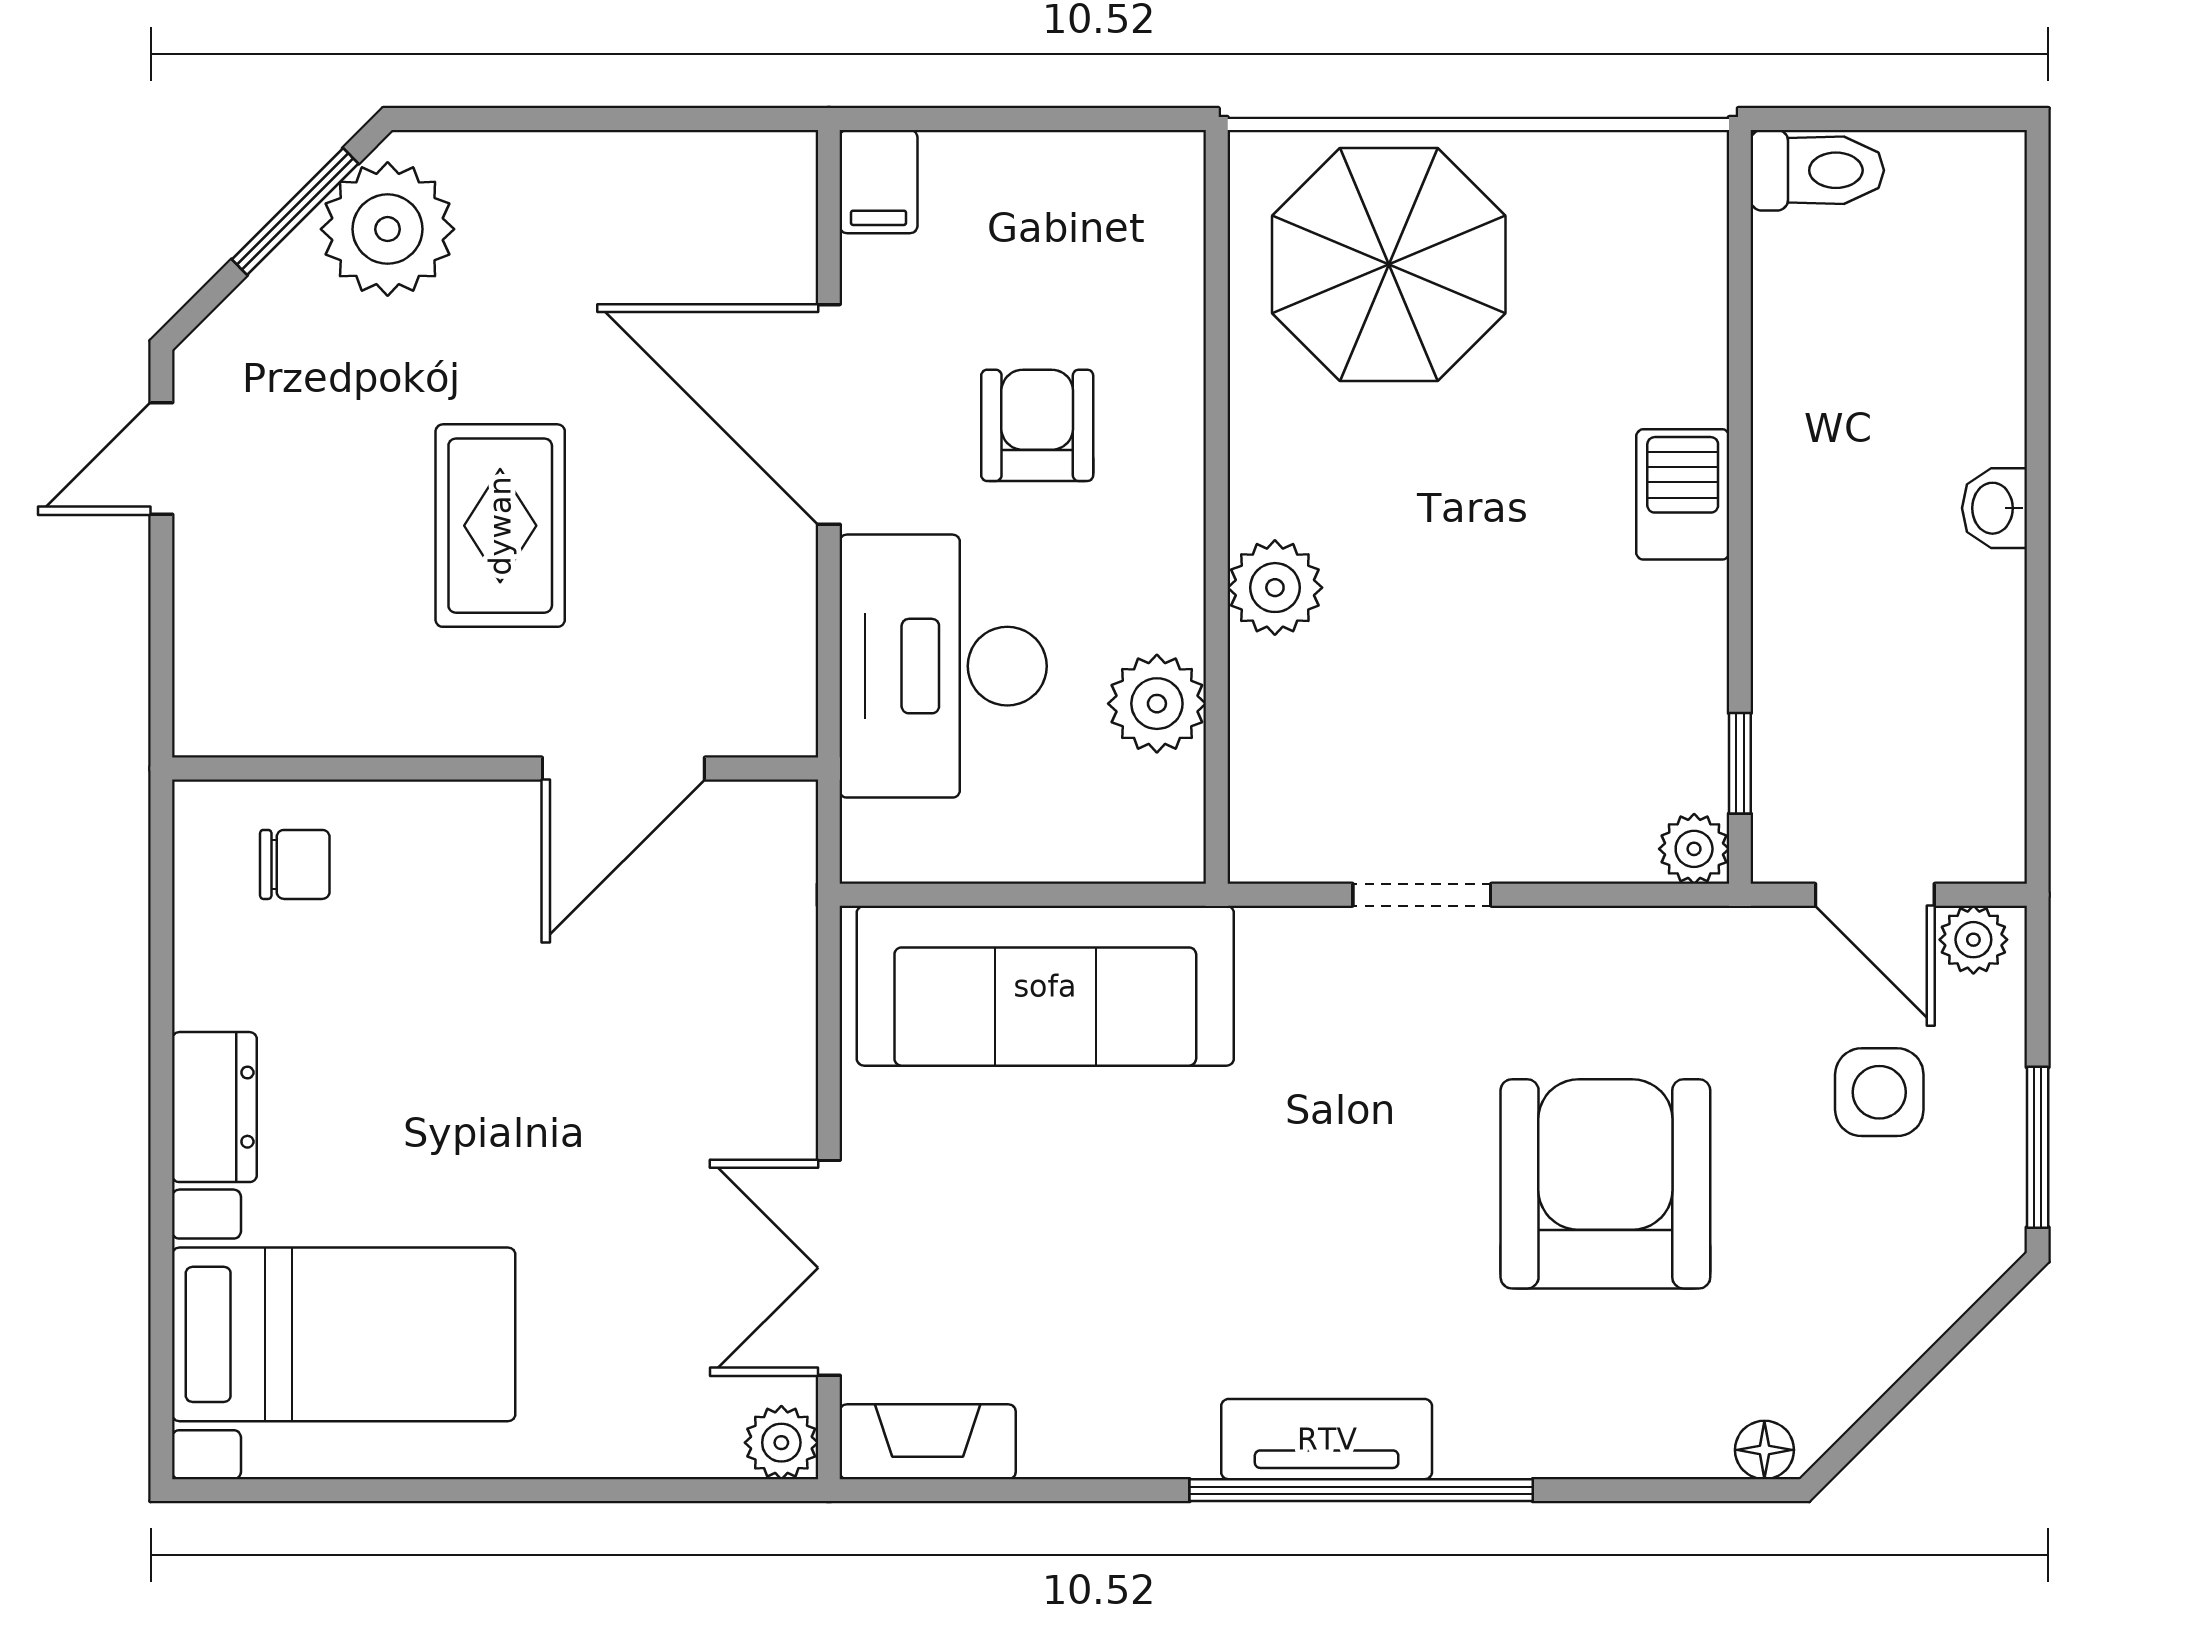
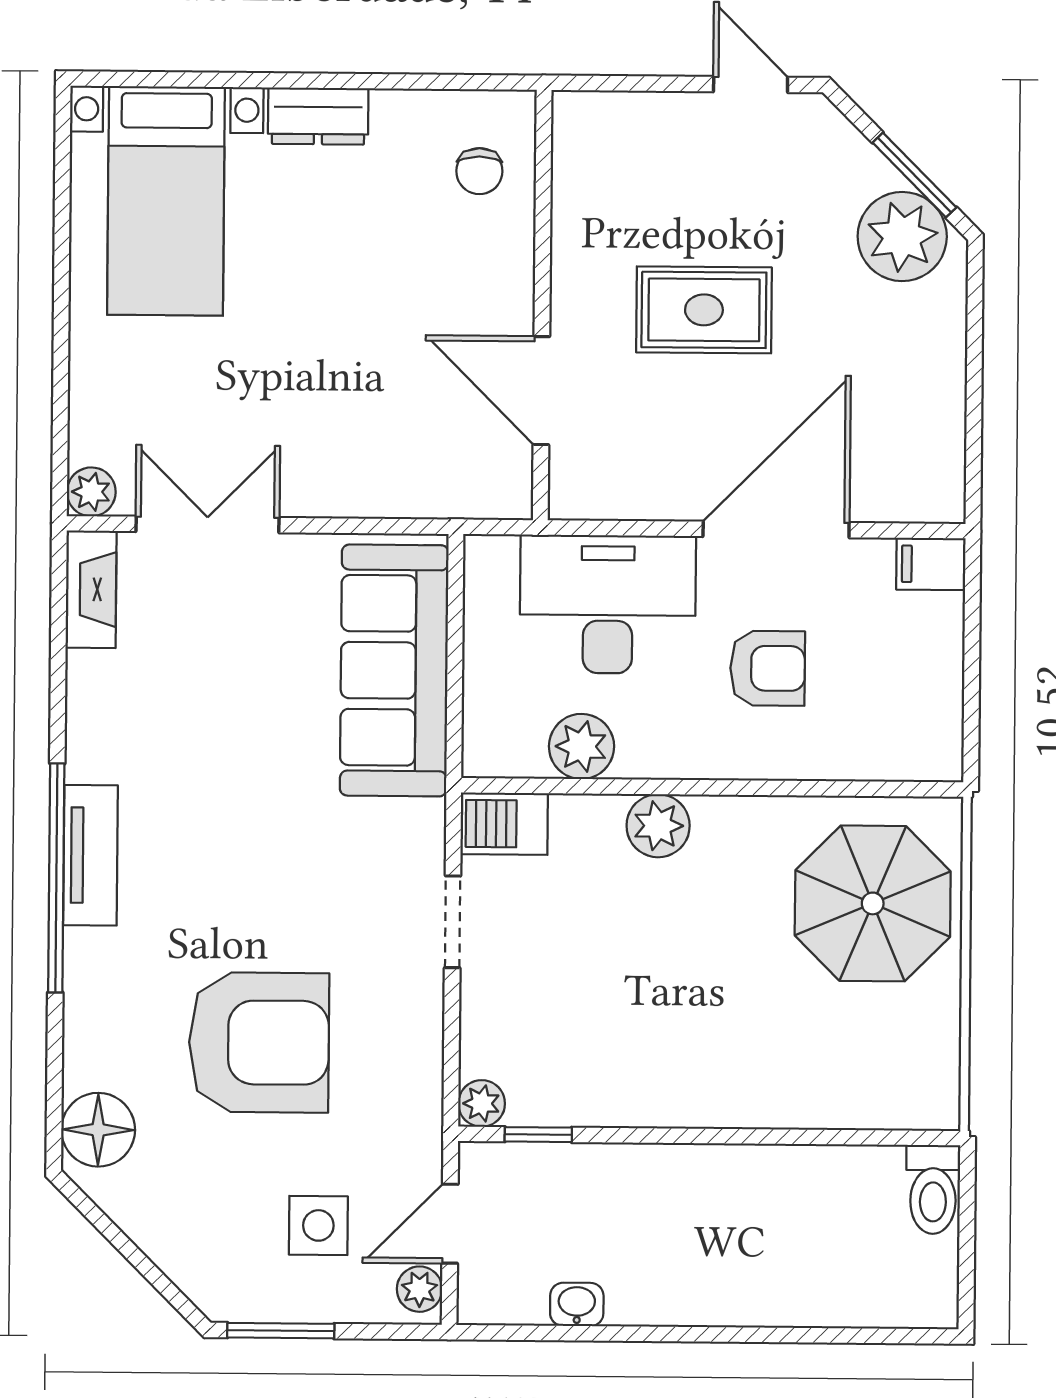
barbecue: (1683, 494) -> (504, 824), moved, turned 180
washbasin: (1994, 508) -> (577, 1304), moved
floor lamp: (1764, 1450) -> (98, 1130), width x1.89, depth x1.89

